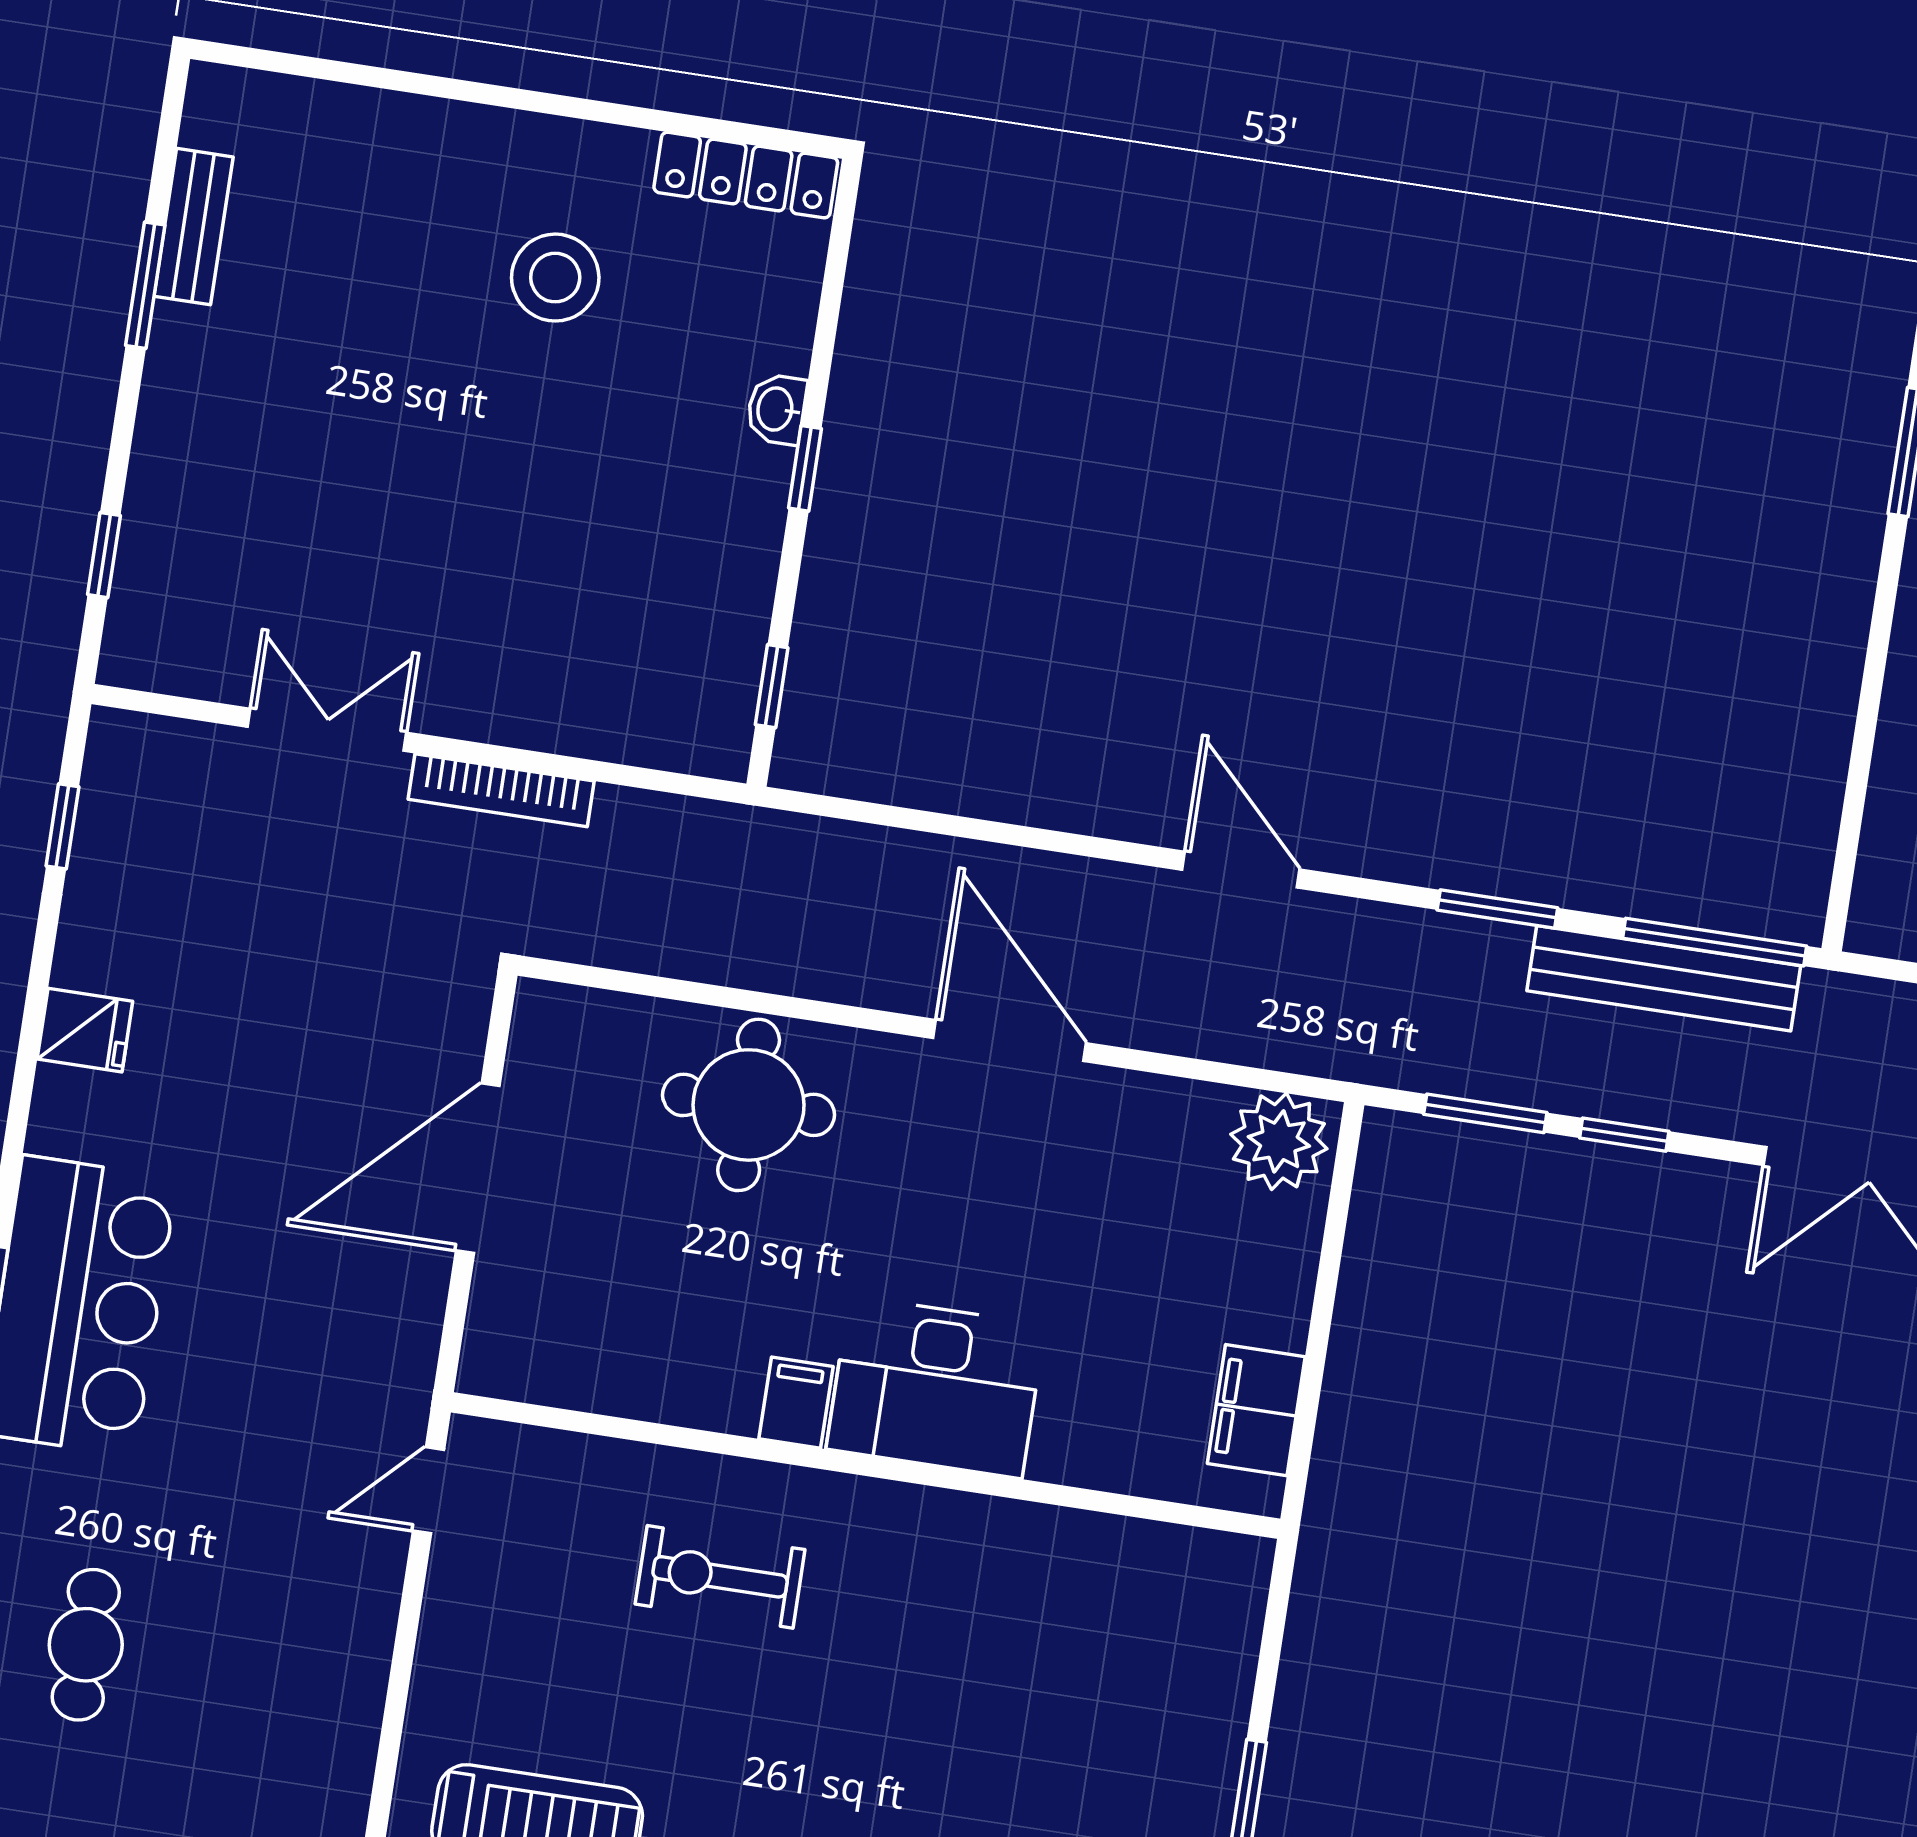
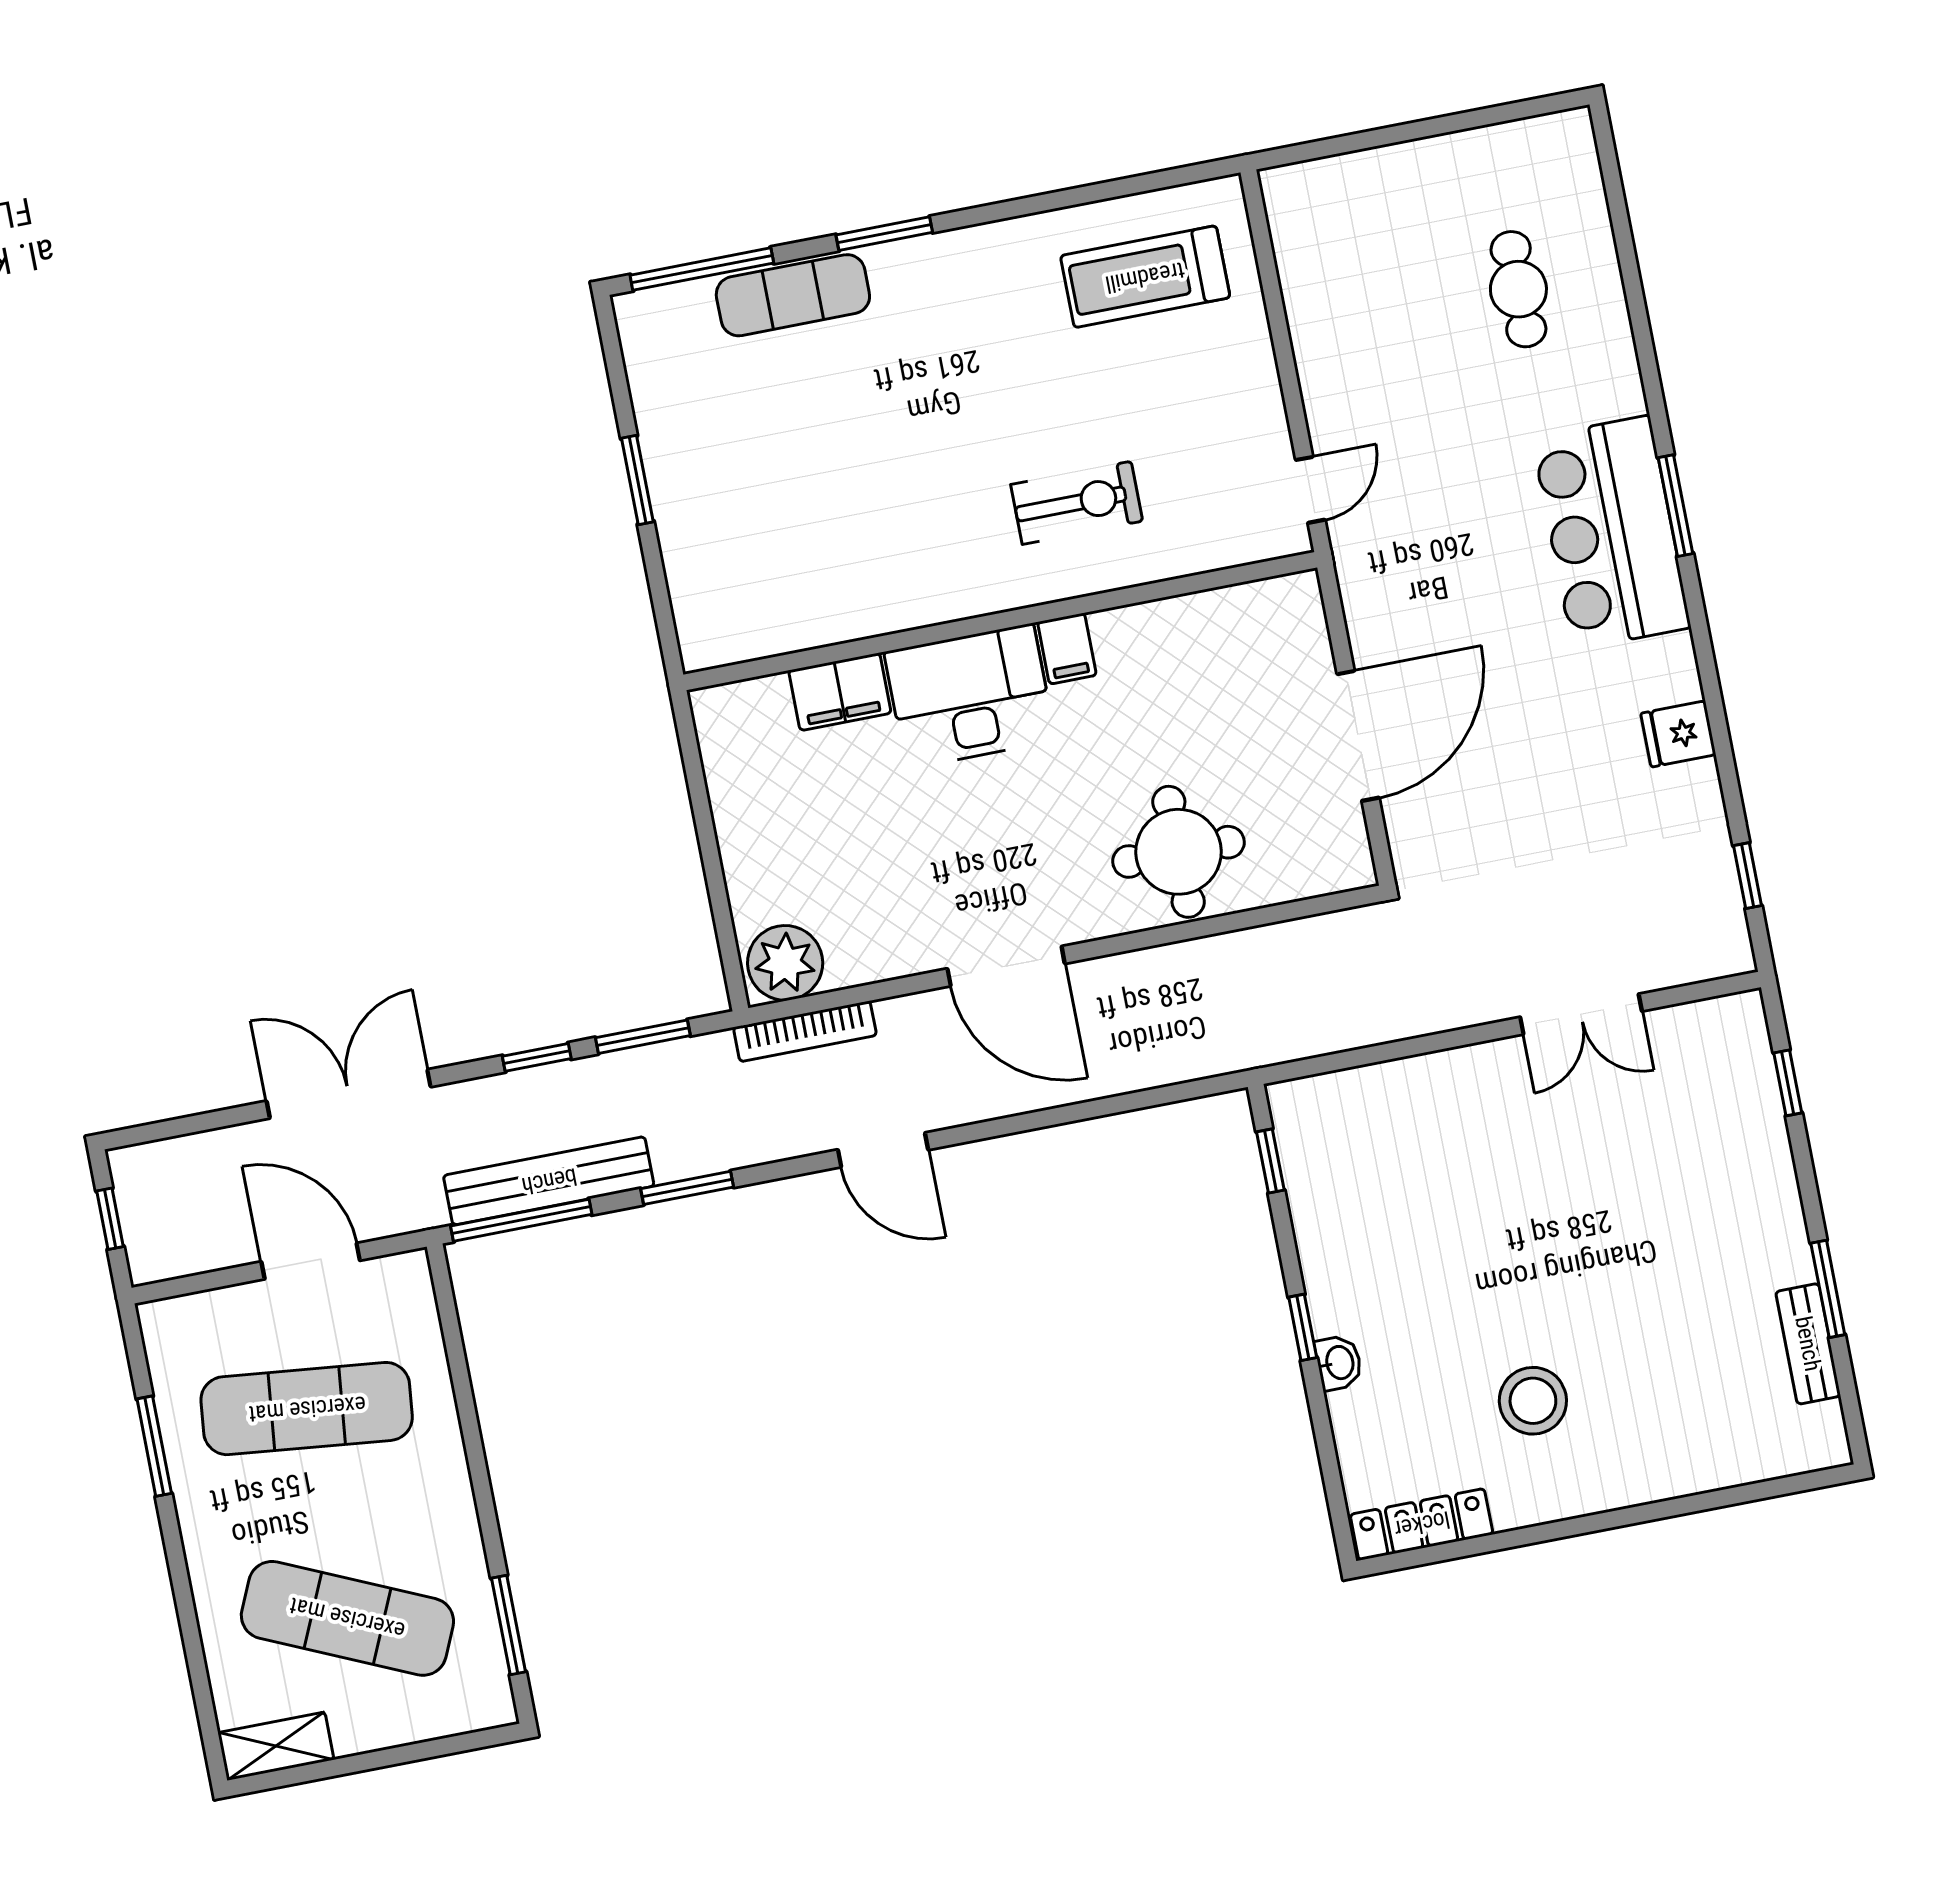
bookcase: (501, 790) -> (805, 1031), moved, turned 180
filing cabinet: (1256, 1410) -> (840, 692), moved, turned 90

